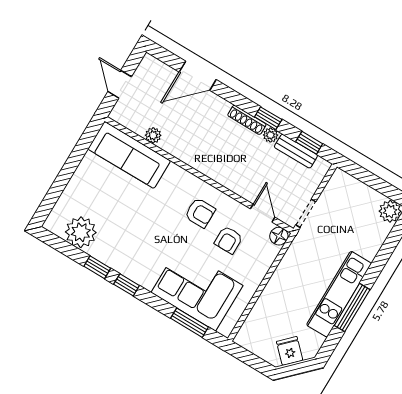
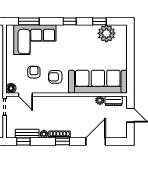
window: (268, 118) -> (62, 141), moved
dresser: (132, 122) -> (114, 101), added
sofa: (129, 155) -> (98, 82), width x1.36, depth x1.27
window: (97, 267) -> (99, 21), moved

